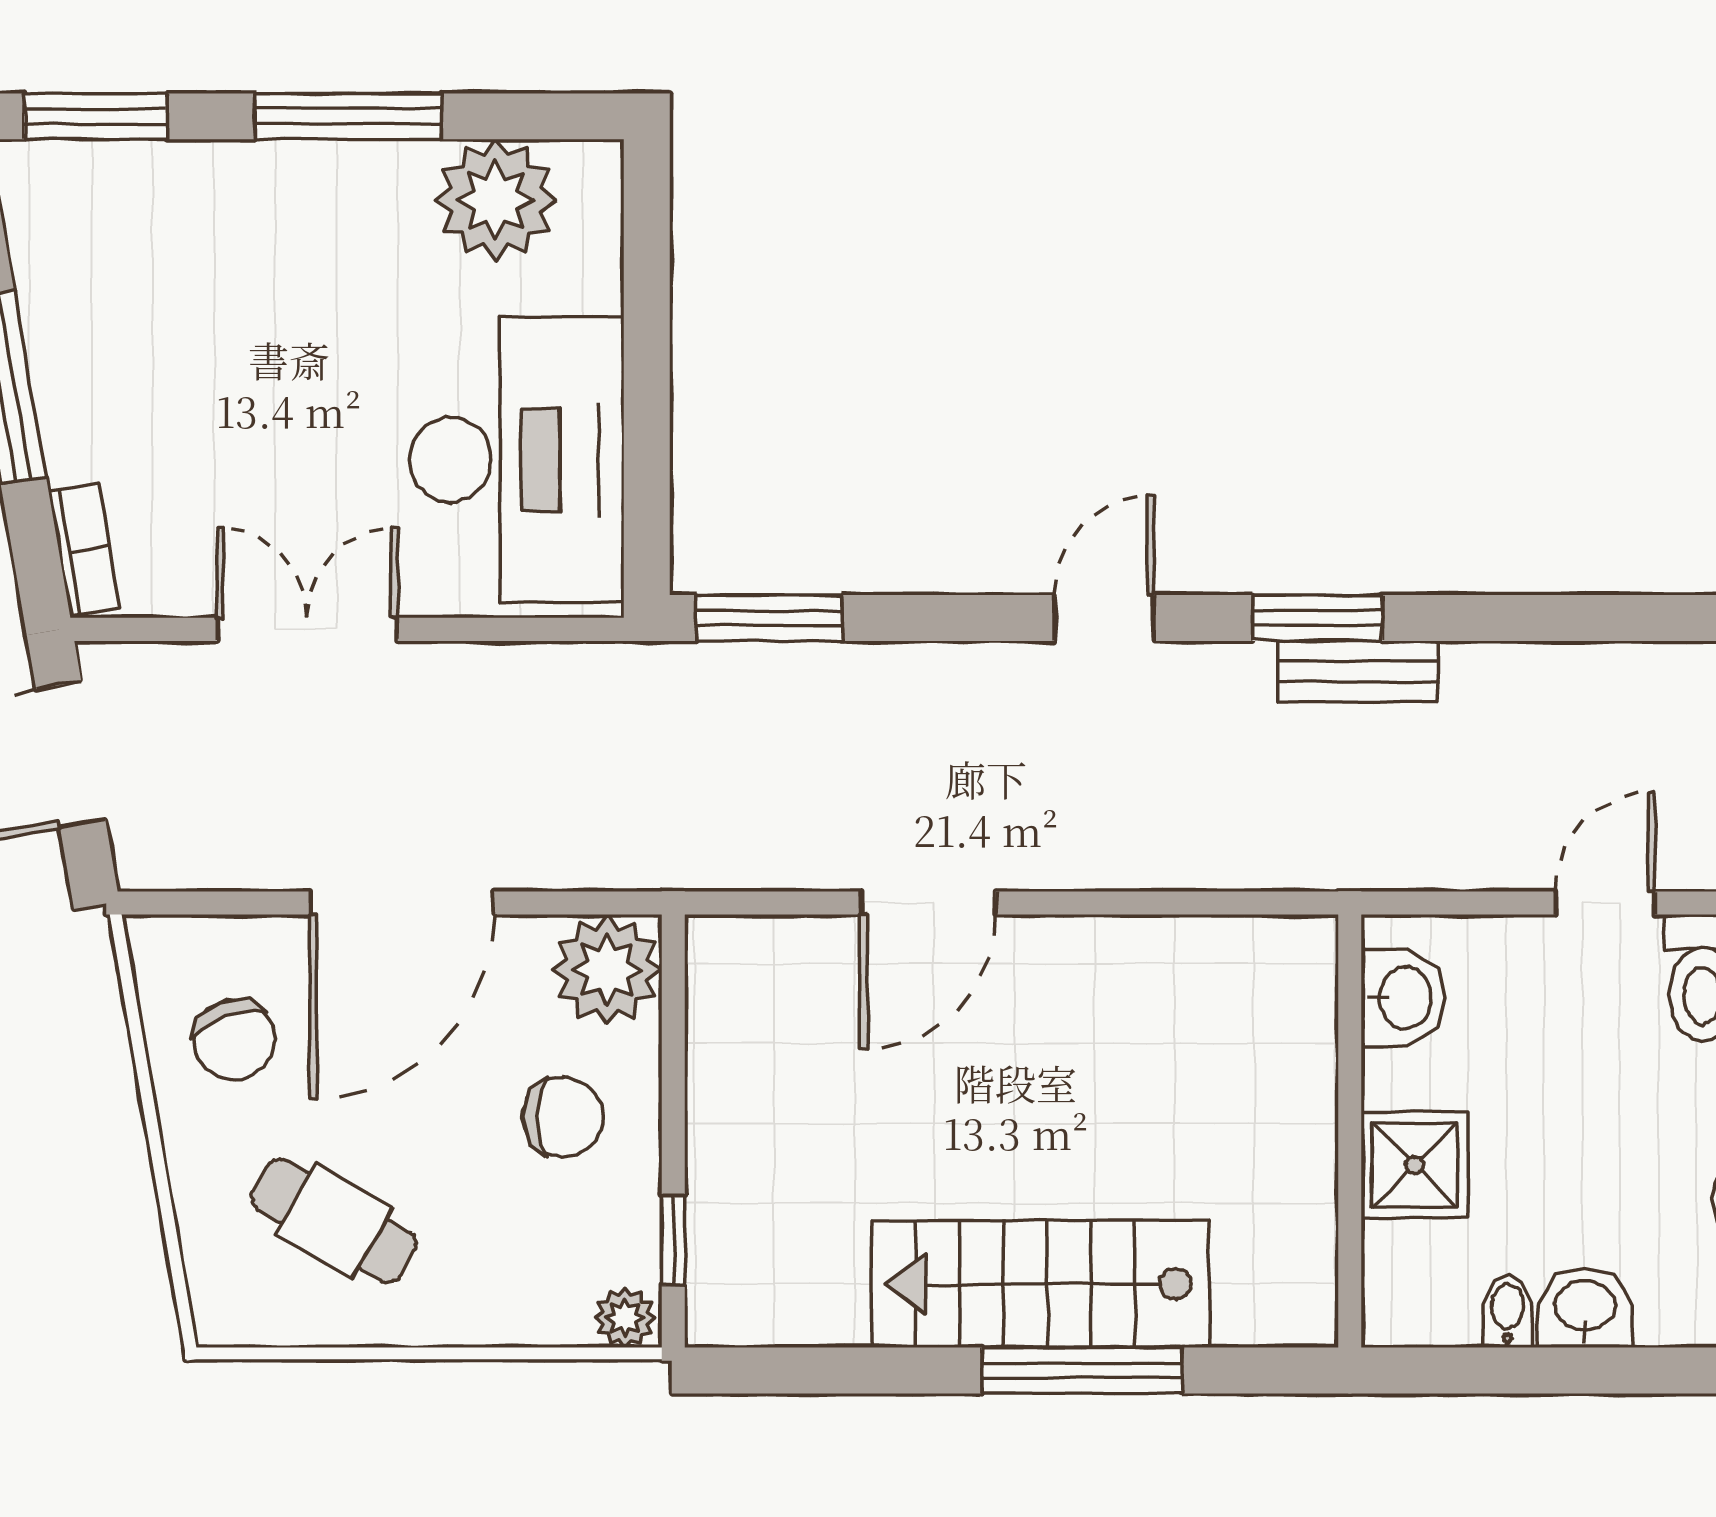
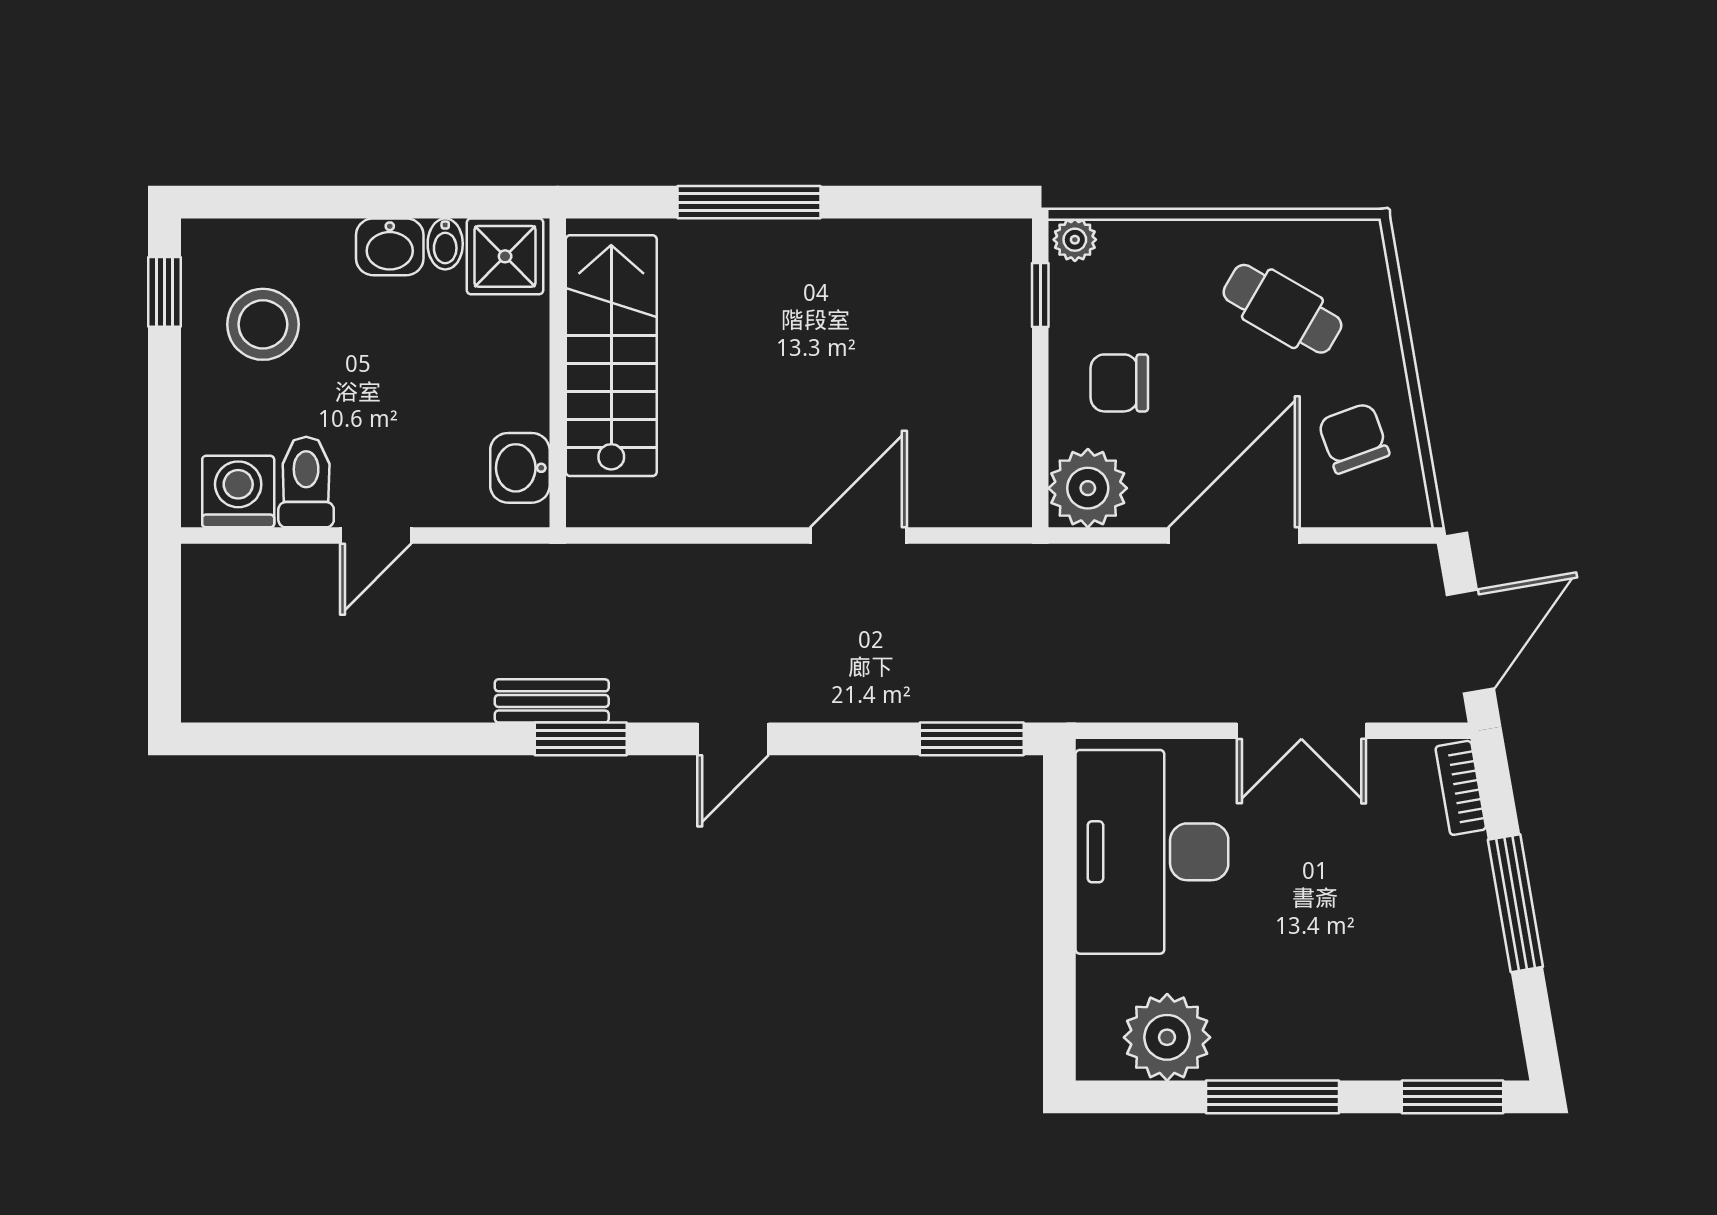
shower: (1415, 1165) -> (505, 256), moved
stairs: (1041, 1284) -> (611, 356), moved, turned -90

